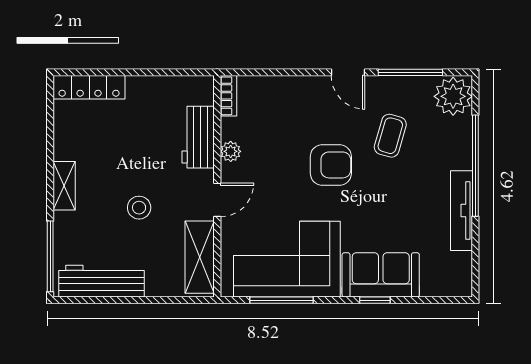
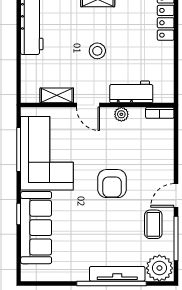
coffee table: (390, 136) -> (153, 224), moved, turned 74
stool: (139, 208) -> (97, 51), moved
tv unit: (462, 211) -> (117, 274), moved
shelving: (200, 257) -> (57, 95), width x0.67, depth x0.75
sofa: (381, 275) -> (36, 228), width x1.36

